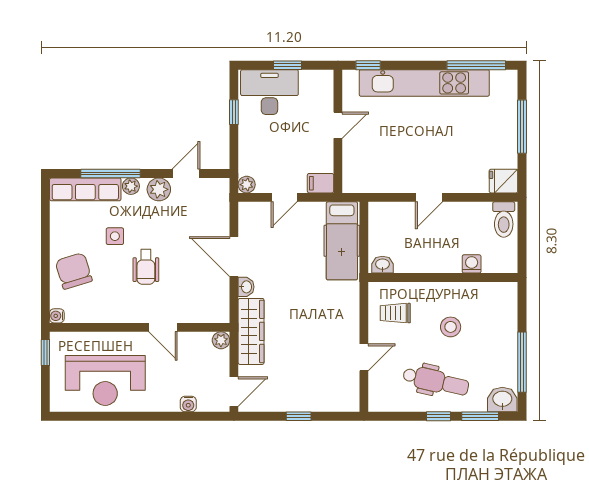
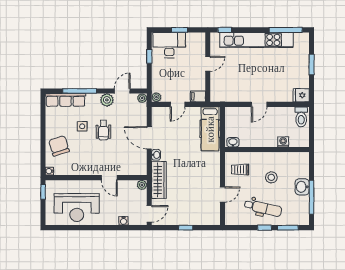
window: (522, 127) -> (312, 65), width x0.69
plant: (131, 186) -> (142, 98), moved
wheelchair: (146, 267) -> (103, 130), moved
washbasin: (502, 399) -> (302, 187), moved, turned -90

